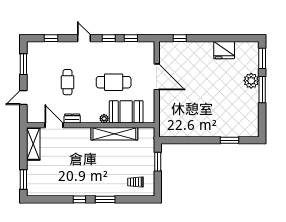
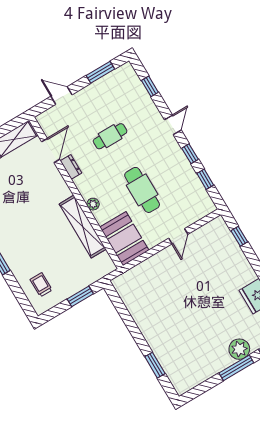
door: (157, 77) -> (178, 236), width x0.53
booth: (126, 112) -> (124, 239), moved

